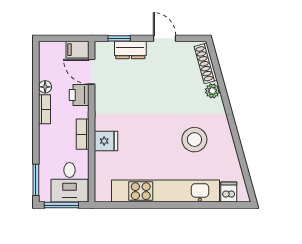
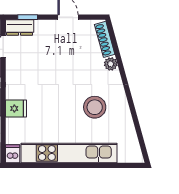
dresser: (130, 50) -> (20, 27), moved
dishwasher: (229, 192) -> (13, 154), moved

